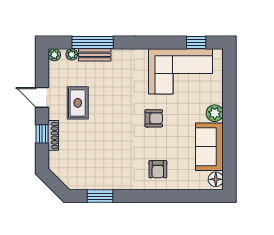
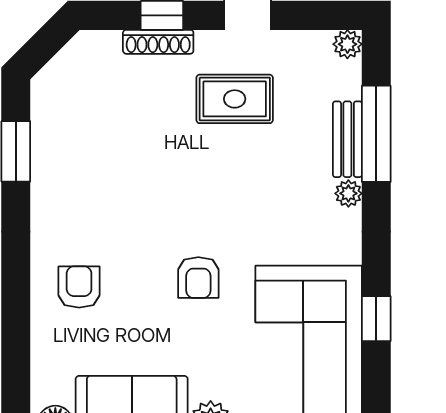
window: (196, 43) -> (376, 319), moved
plant: (72, 54) -> (348, 193), moved
armchair: (158, 169) -> (79, 287), turned 90

